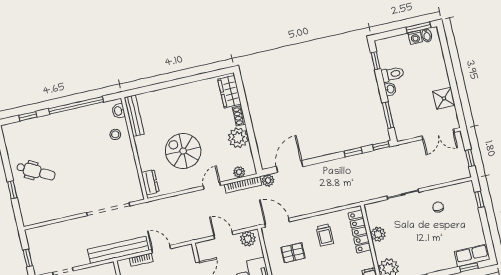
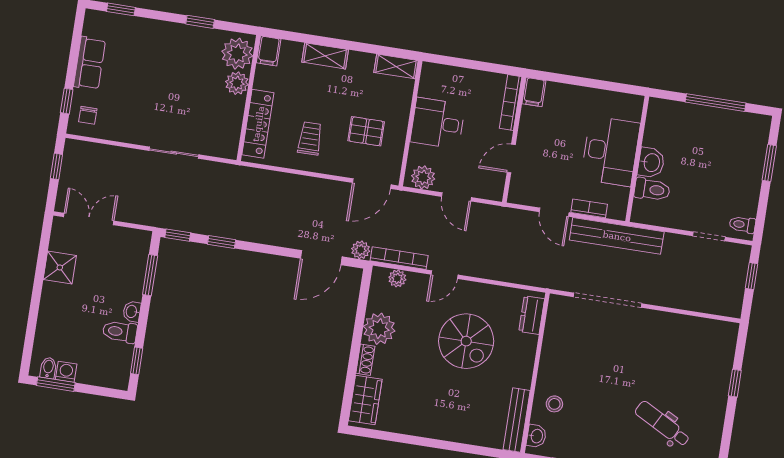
dental chair: (36, 171) -> (662, 424), moved
chair: (438, 207) -> (88, 115), moved
door: (277, 223) -> (372, 184), hinge flipped
plant: (378, 234) -> (237, 83), moved
row of seats: (472, 255) -> (90, 63), moved, turned -90

